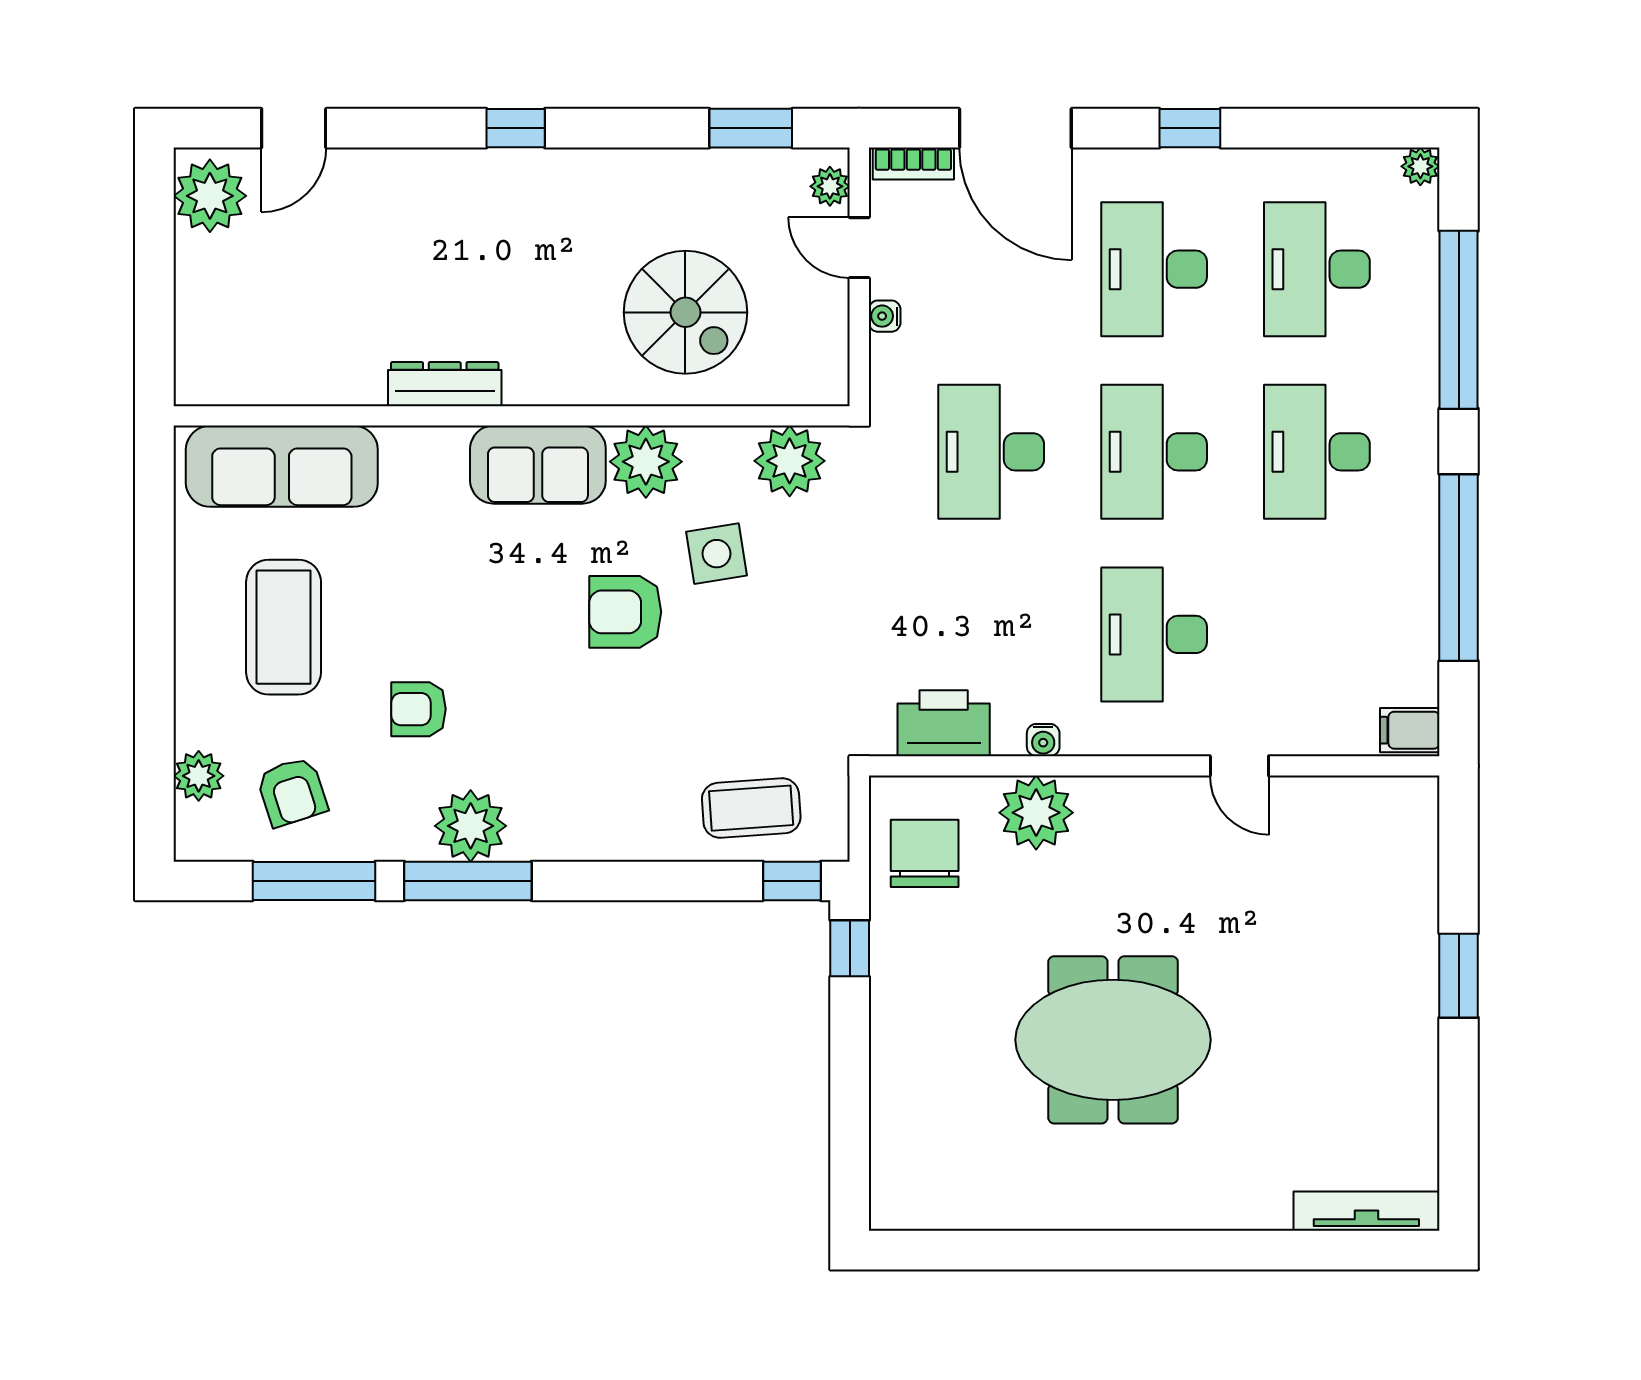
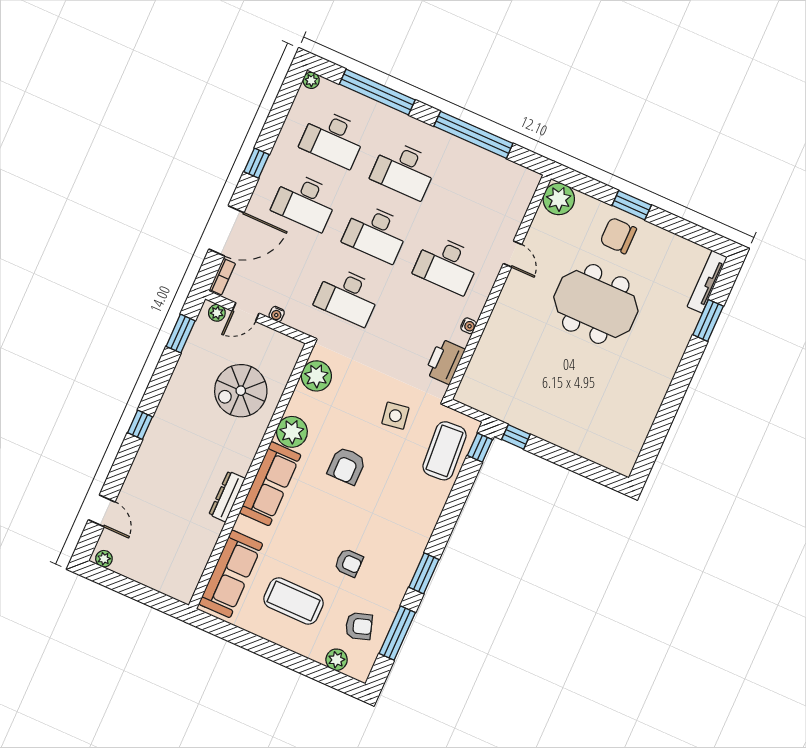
plant: (210, 196) -> (104, 559), width x0.53, depth x0.53
spiral stairs: (685, 312) -> (241, 391), turned 180
sofa: (538, 465) -> (270, 484), width x1.36
side table: (717, 554) -> (395, 416), moved
armchair: (419, 709) -> (349, 563), turned -90
filing cabinet: (1410, 730) -> (528, 182), removed
door: (1239, 766) -> (512, 254), hinge flipped
coffee table: (751, 808) -> (445, 451), width x1.36, depth x1.32
plant: (1036, 813) -> (559, 199), moved
plant: (471, 826) -> (403, 563), removed
chair: (925, 853) -> (618, 236), moved
window: (468, 881) -> (424, 573), width x0.69
meeting table: (1113, 1040) -> (596, 304), moved, turned 90
window: (1284, 1250) -> (708, 320), added

